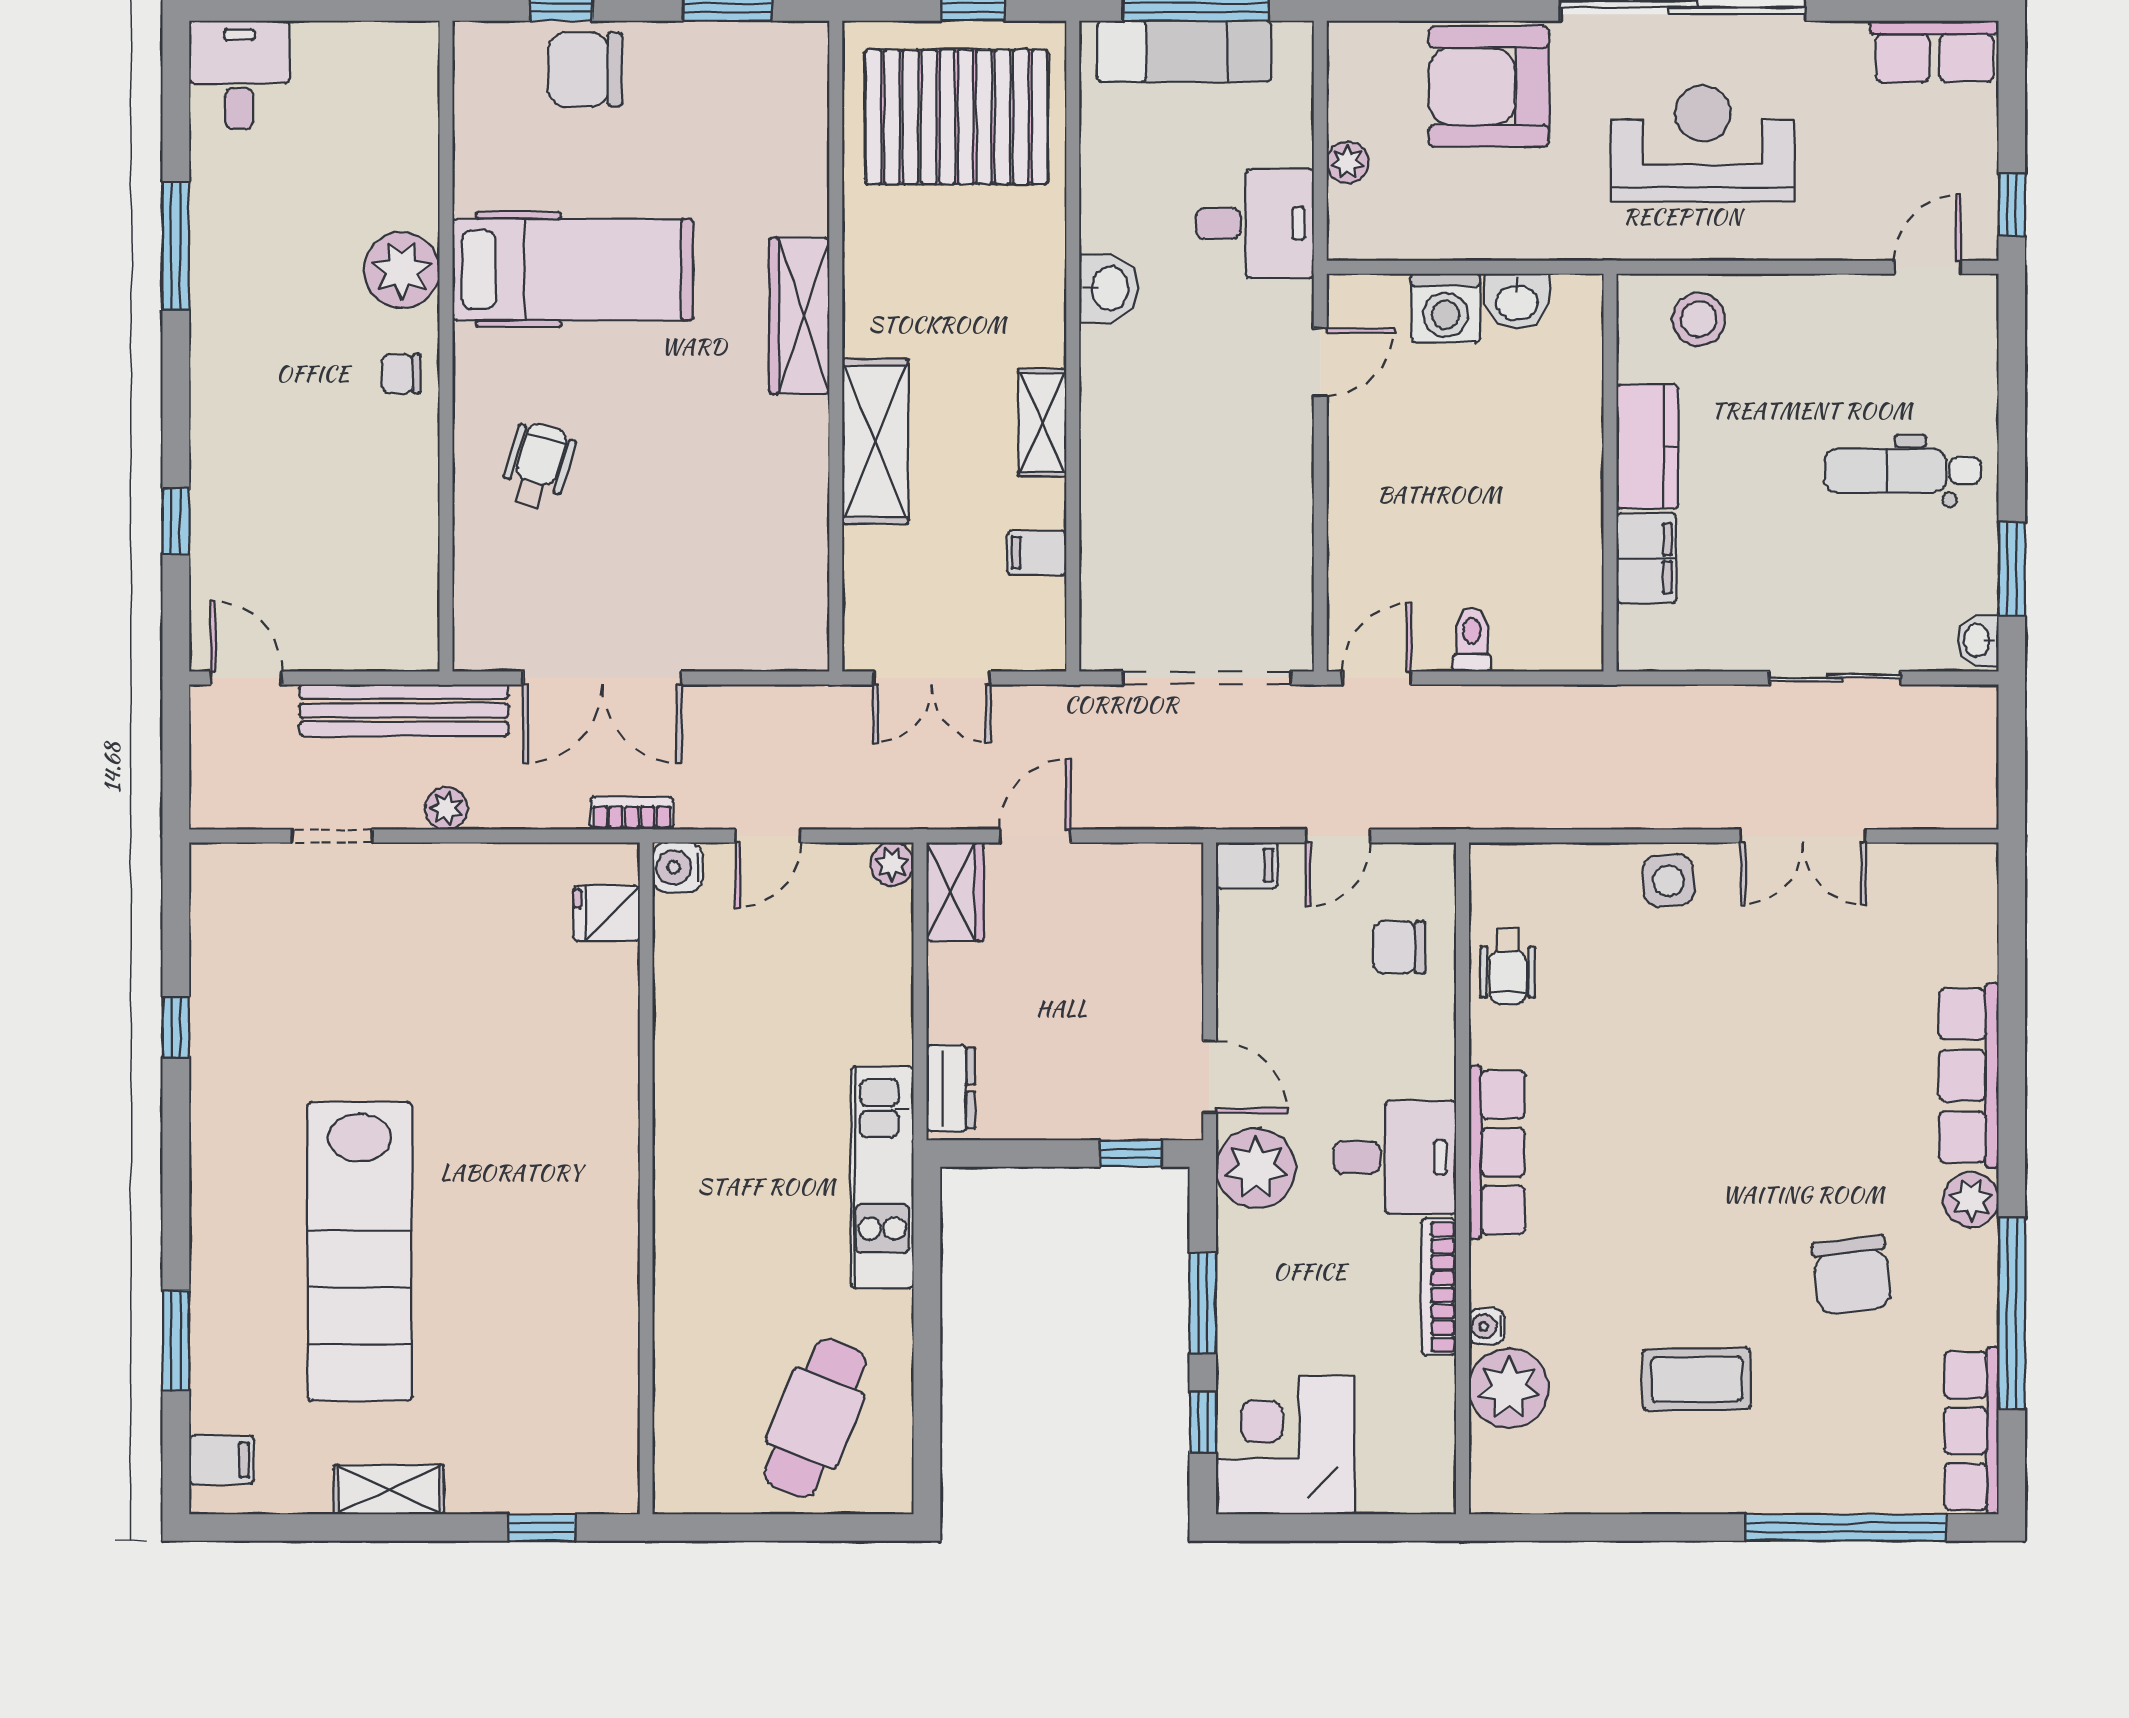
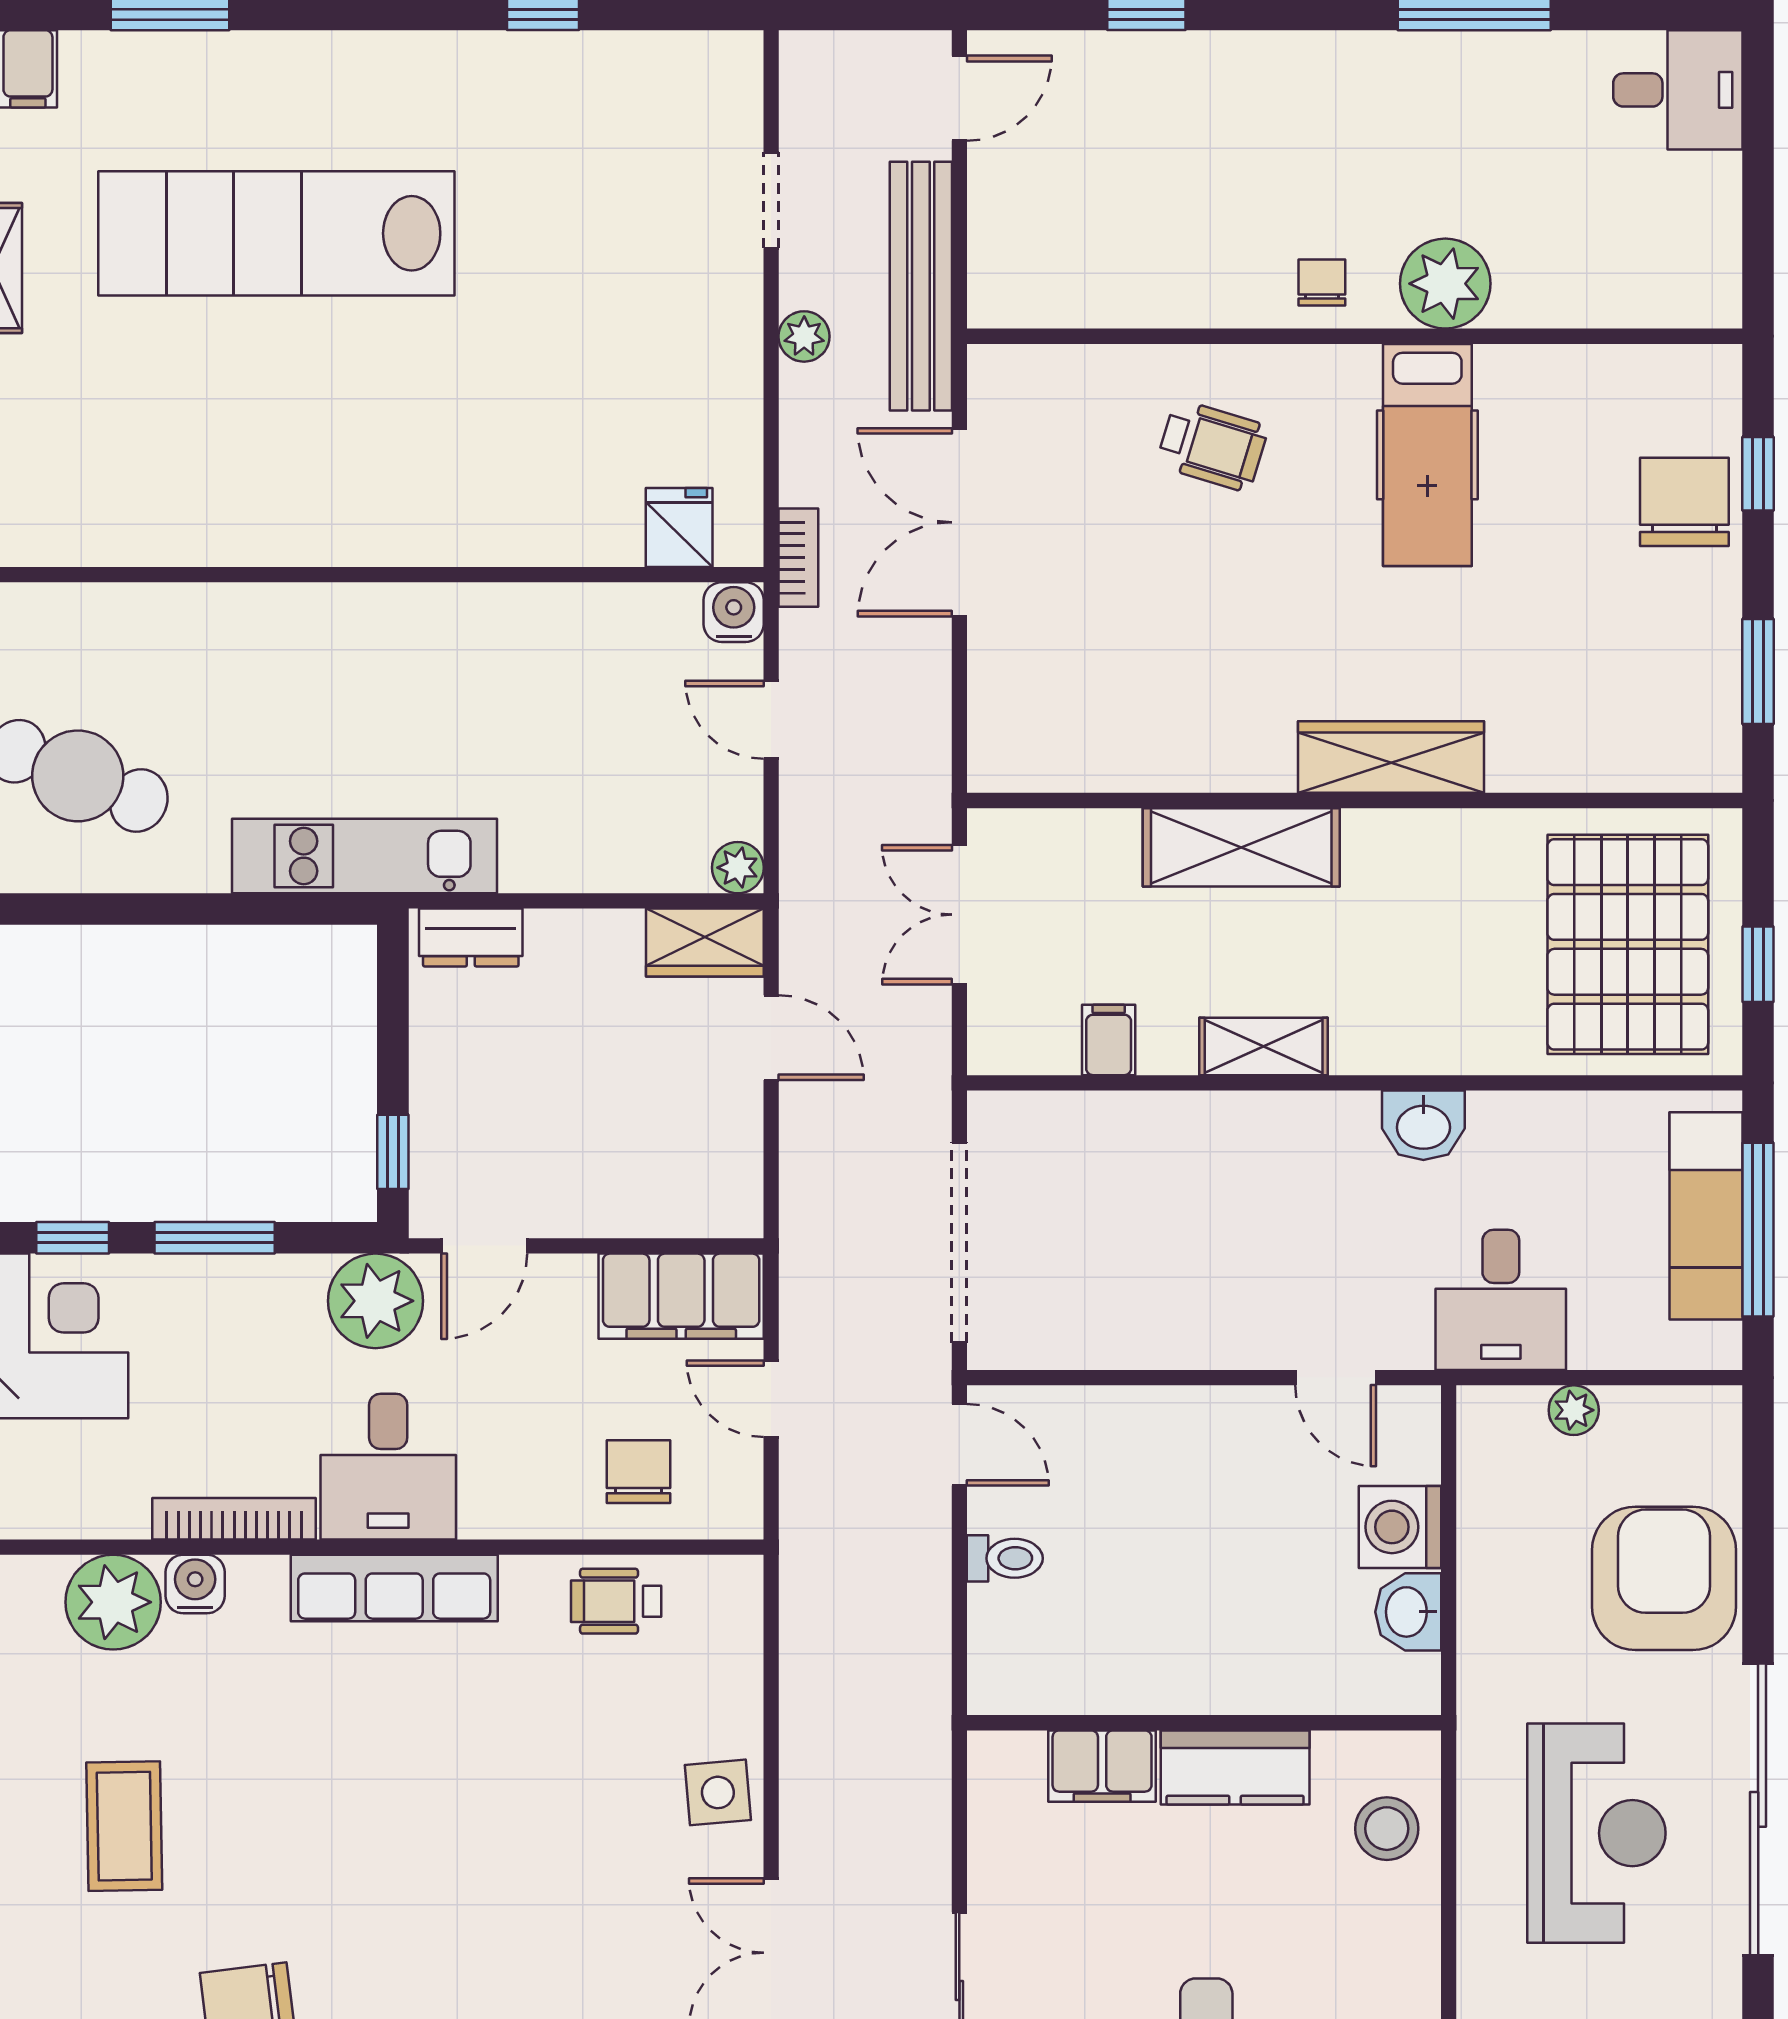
hospital bed: (573, 270) -> (1427, 455), width x0.73, depth x0.78
filing cabinet: (1247, 865) -> (681, 1296), width x3.00, depth x1.17
water cooler: (1487, 1326) -> (195, 1584), width x1.38, depth x1.38

